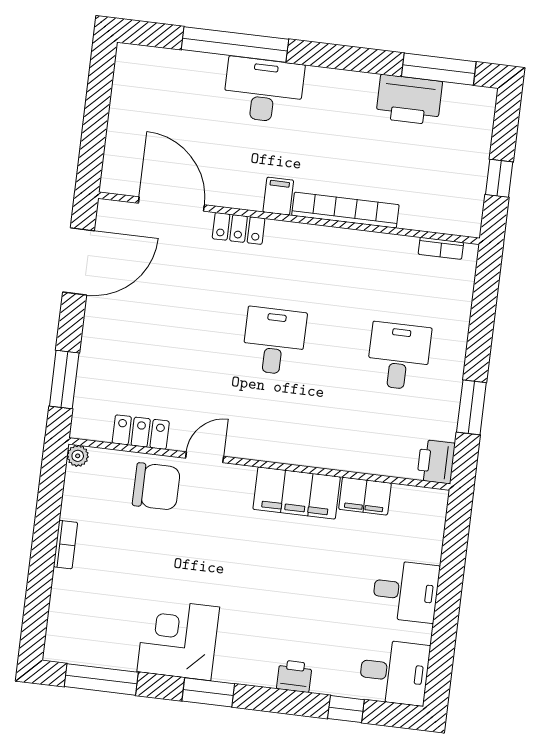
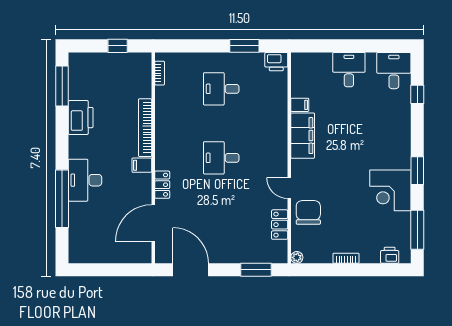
printer: (409, 100) -> (81, 118), moved
filing cabinet: (365, 496) -> (300, 105), width x0.50
printer: (294, 676) -> (390, 255), moved, turned 90

